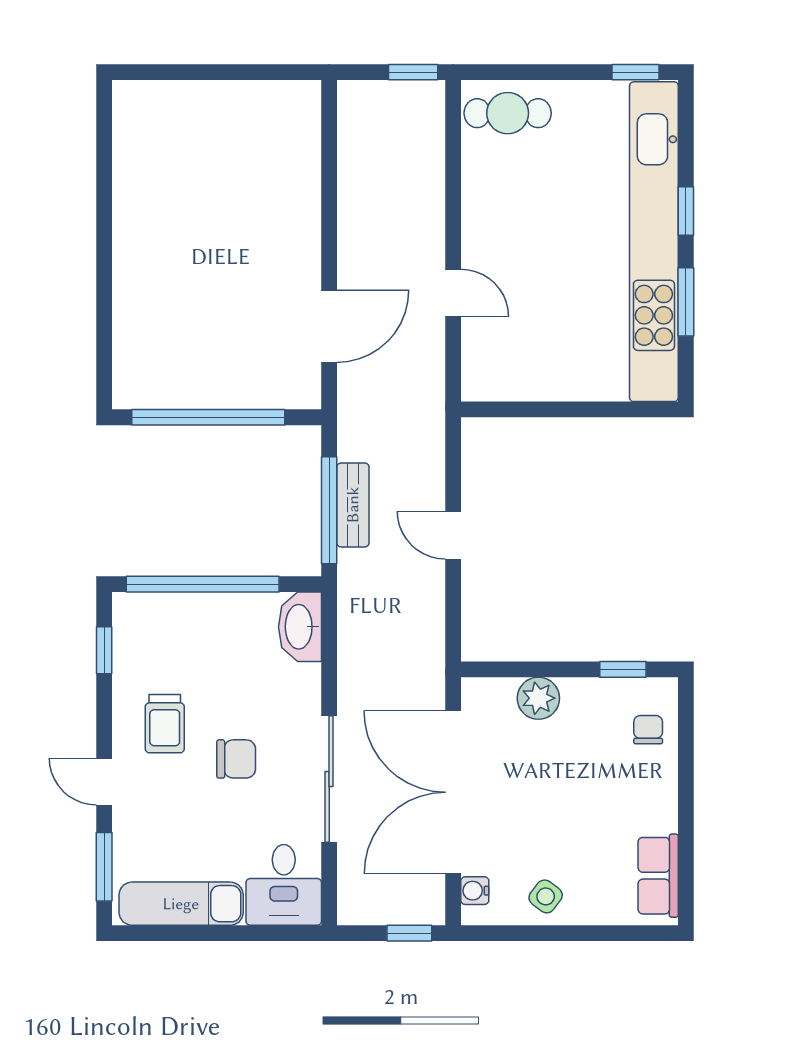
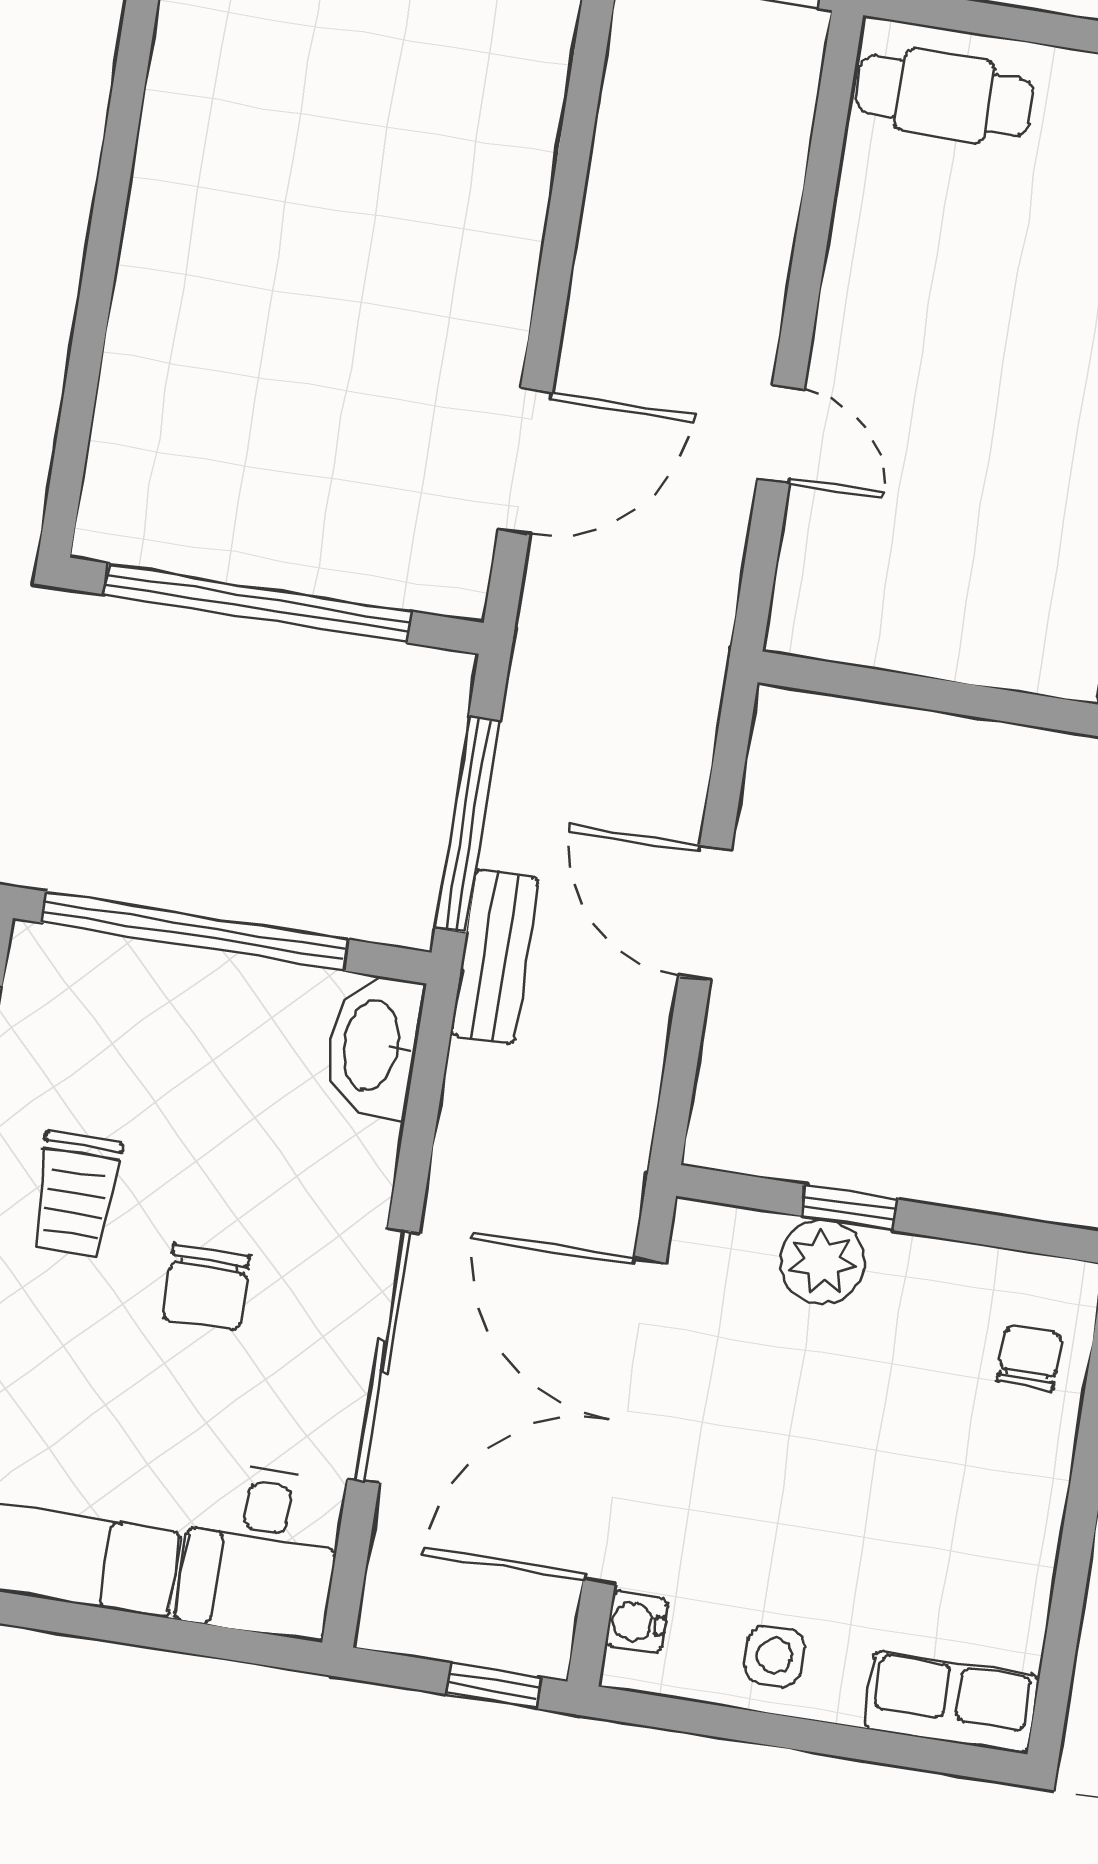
bench: (353, 505) -> (495, 957), moved
door: (453, 535) -> (705, 913), width x1.38
window: (623, 669) -> (849, 1208), moved
chair: (236, 759) -> (206, 1287), turned 90
row of seats: (658, 876) -> (951, 1702), moved, turned 90
side table: (546, 896) -> (775, 1656), turned -37

